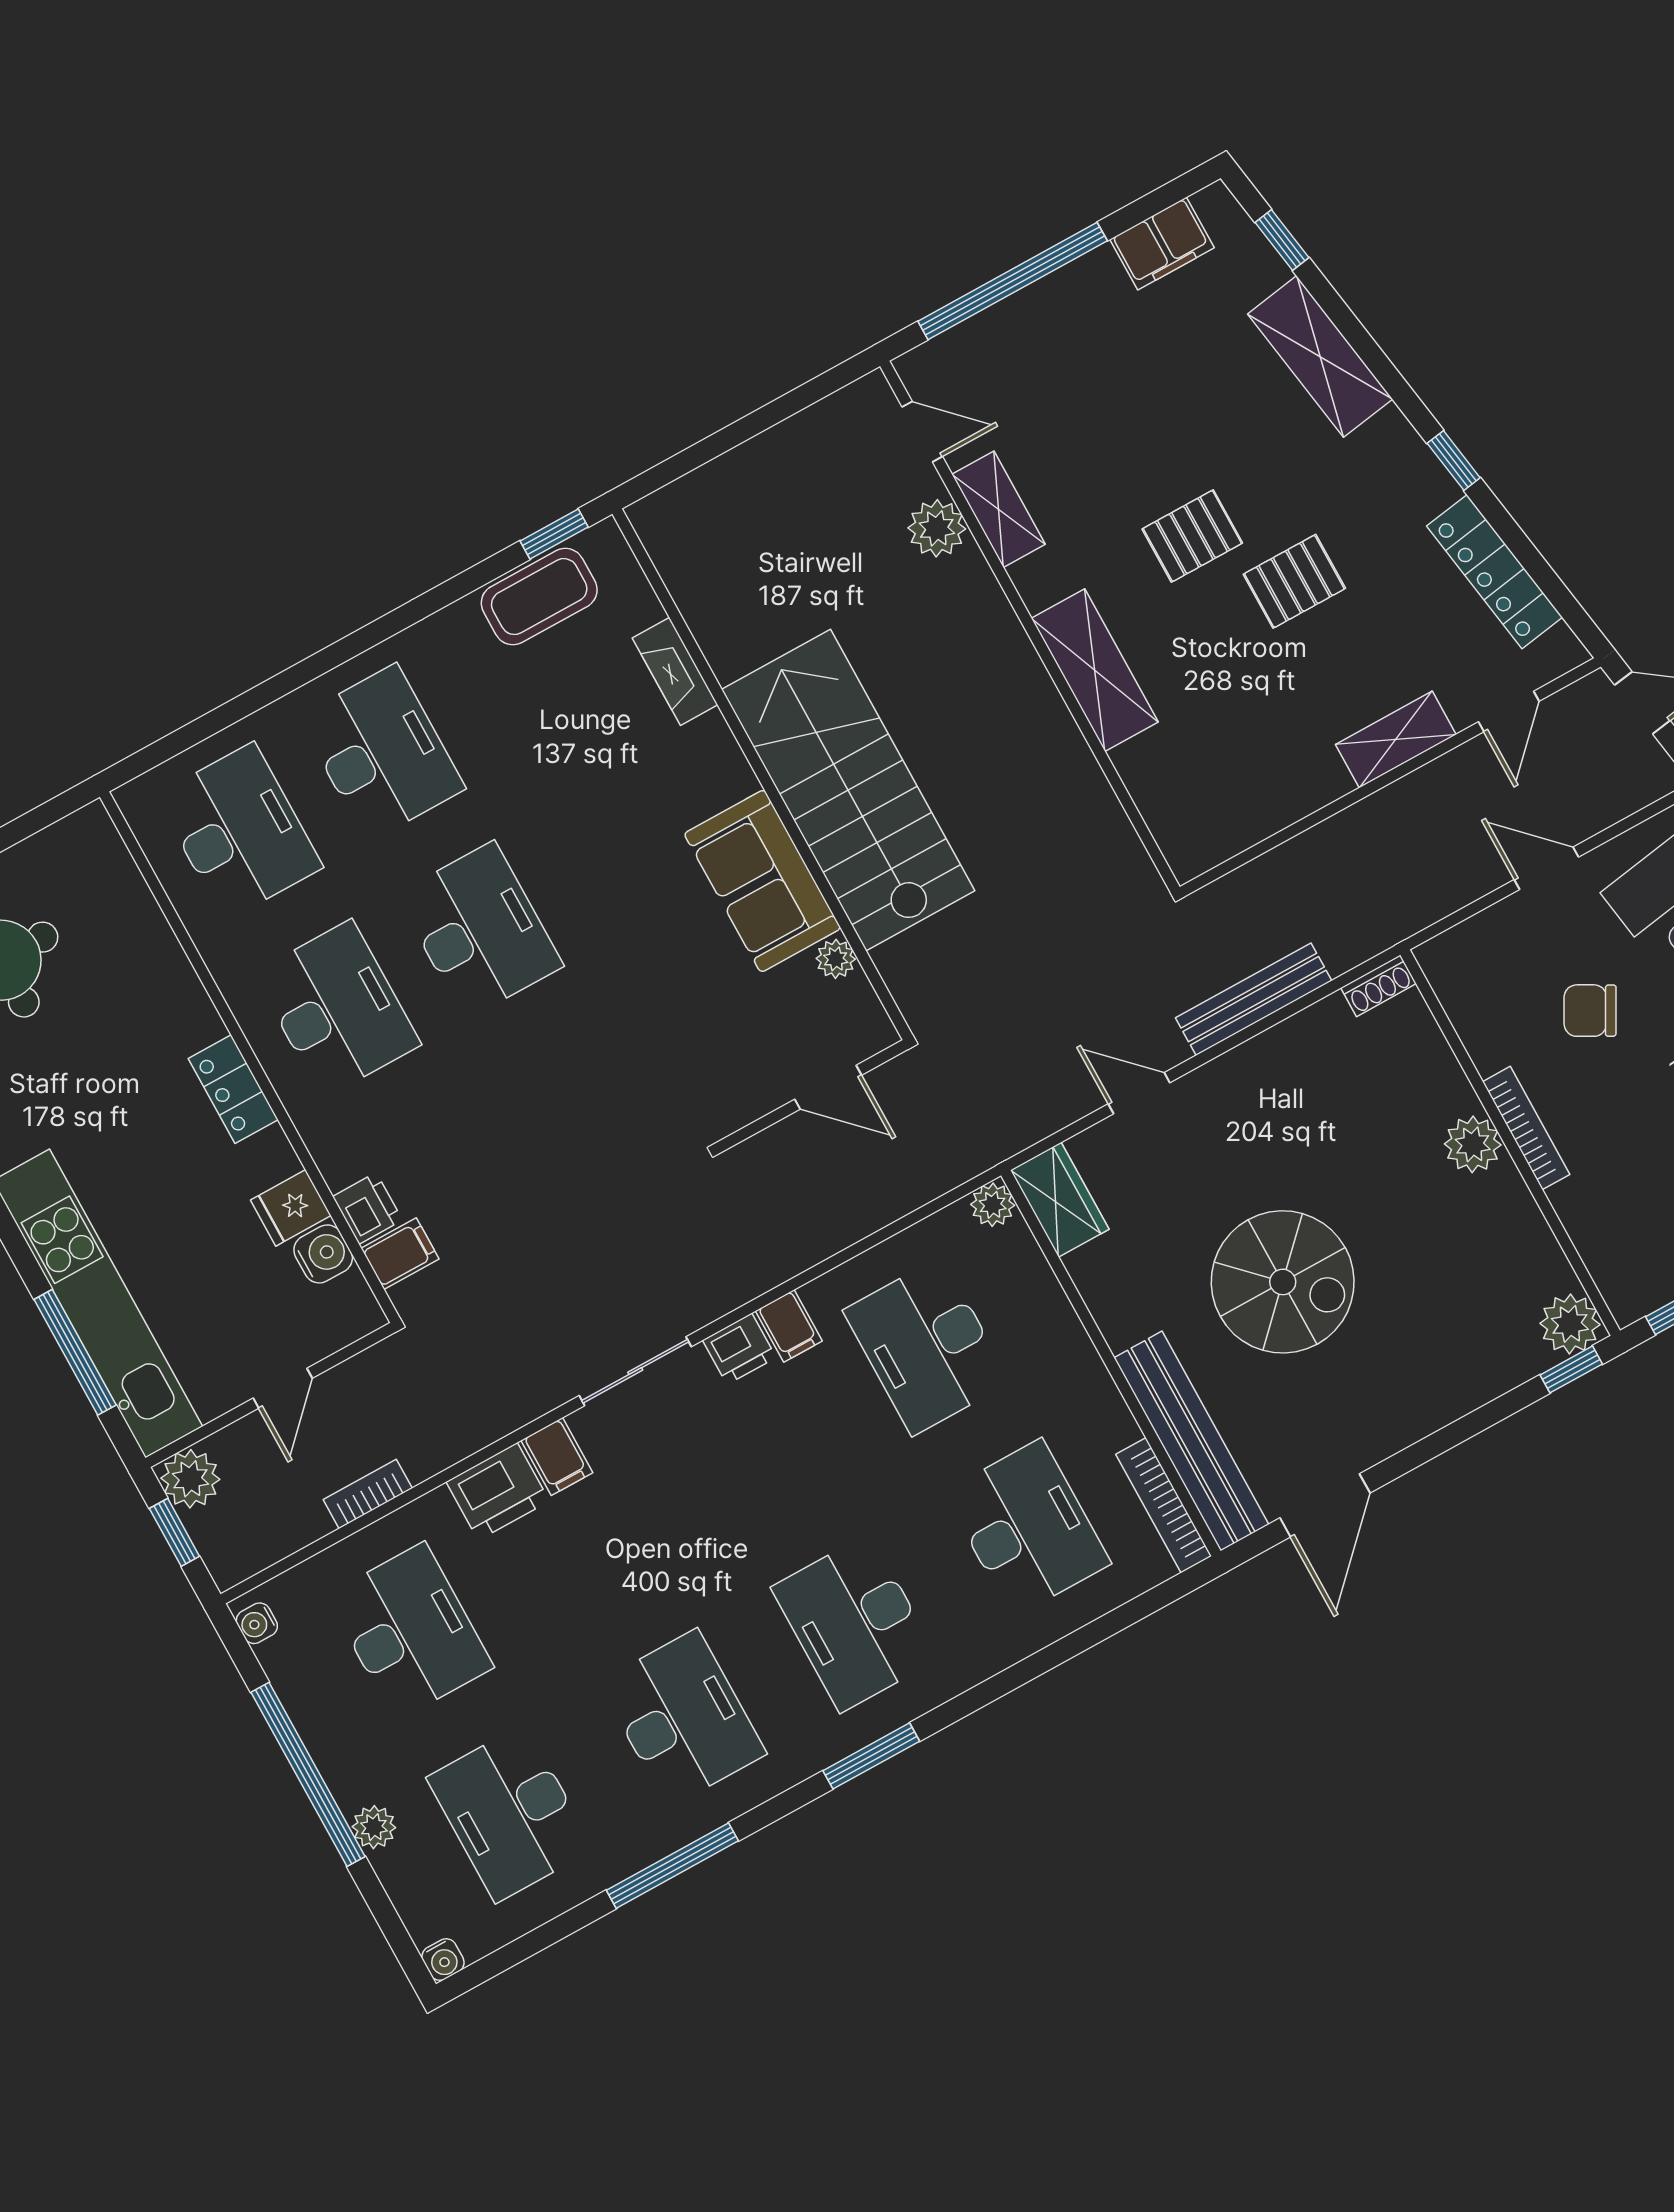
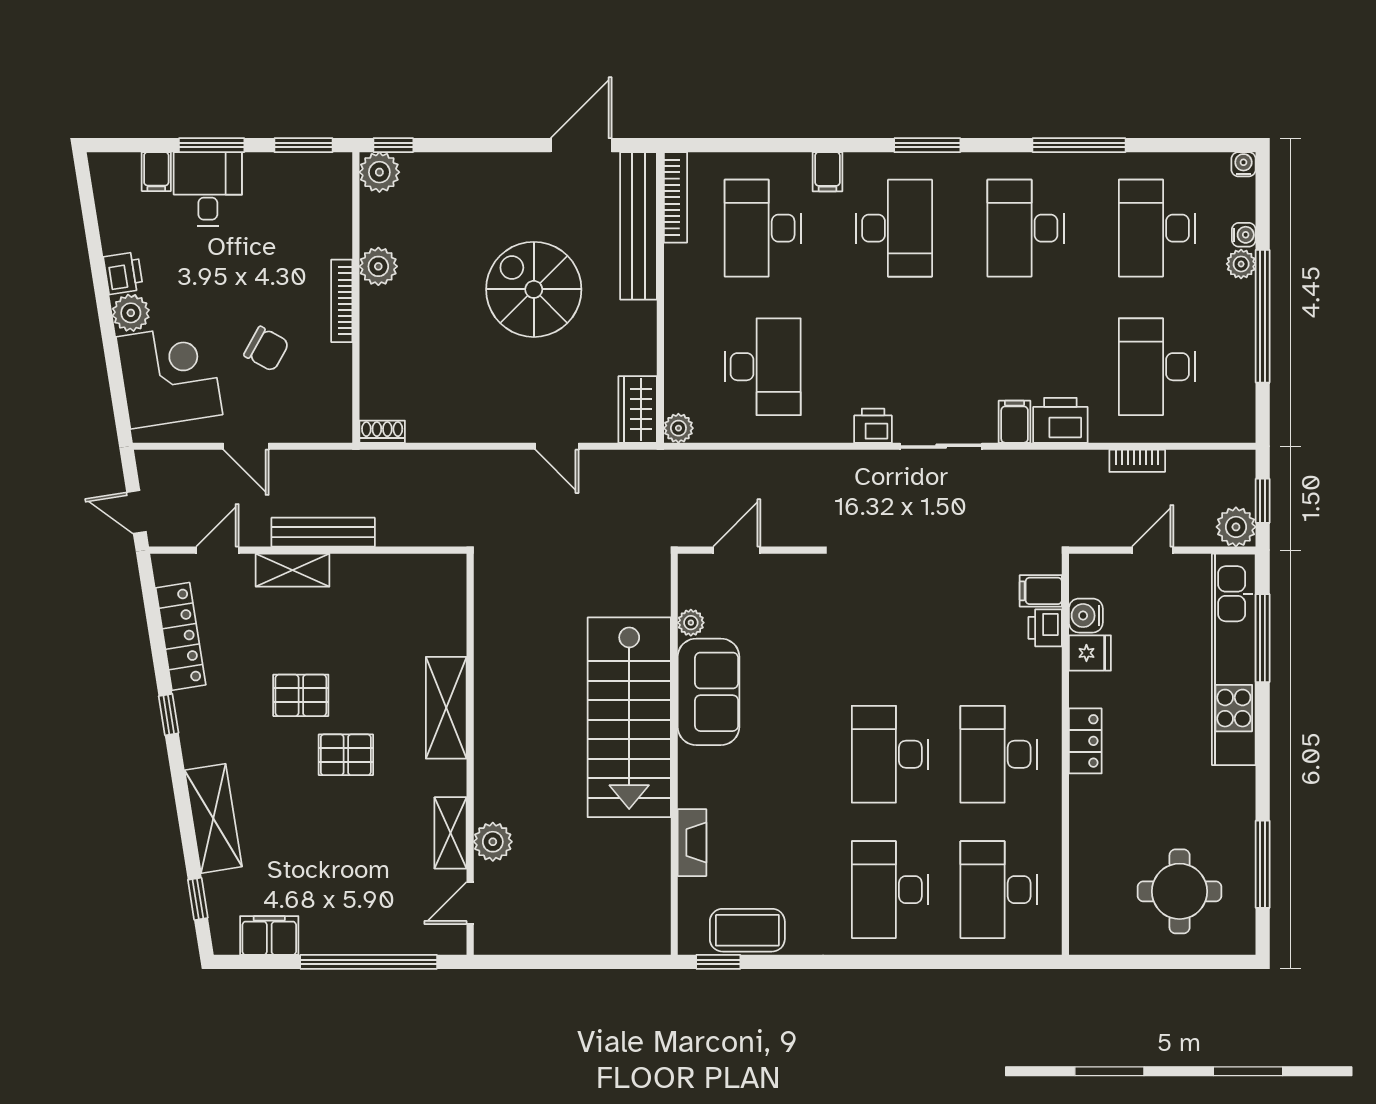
door: (922, 432) -> (470, 903), hinge flipped
bench: (1254, 999) -> (323, 532), moved
door: (828, 1087) -> (737, 550), hinge flipped
plant: (1473, 1144) -> (378, 266), moved
filing cabinet: (789, 1326) -> (828, 172), moved, turned 180
water cooler: (257, 1623) -> (1244, 235), moved
desk: (510, 1813) -> (1157, 228), turned 180

